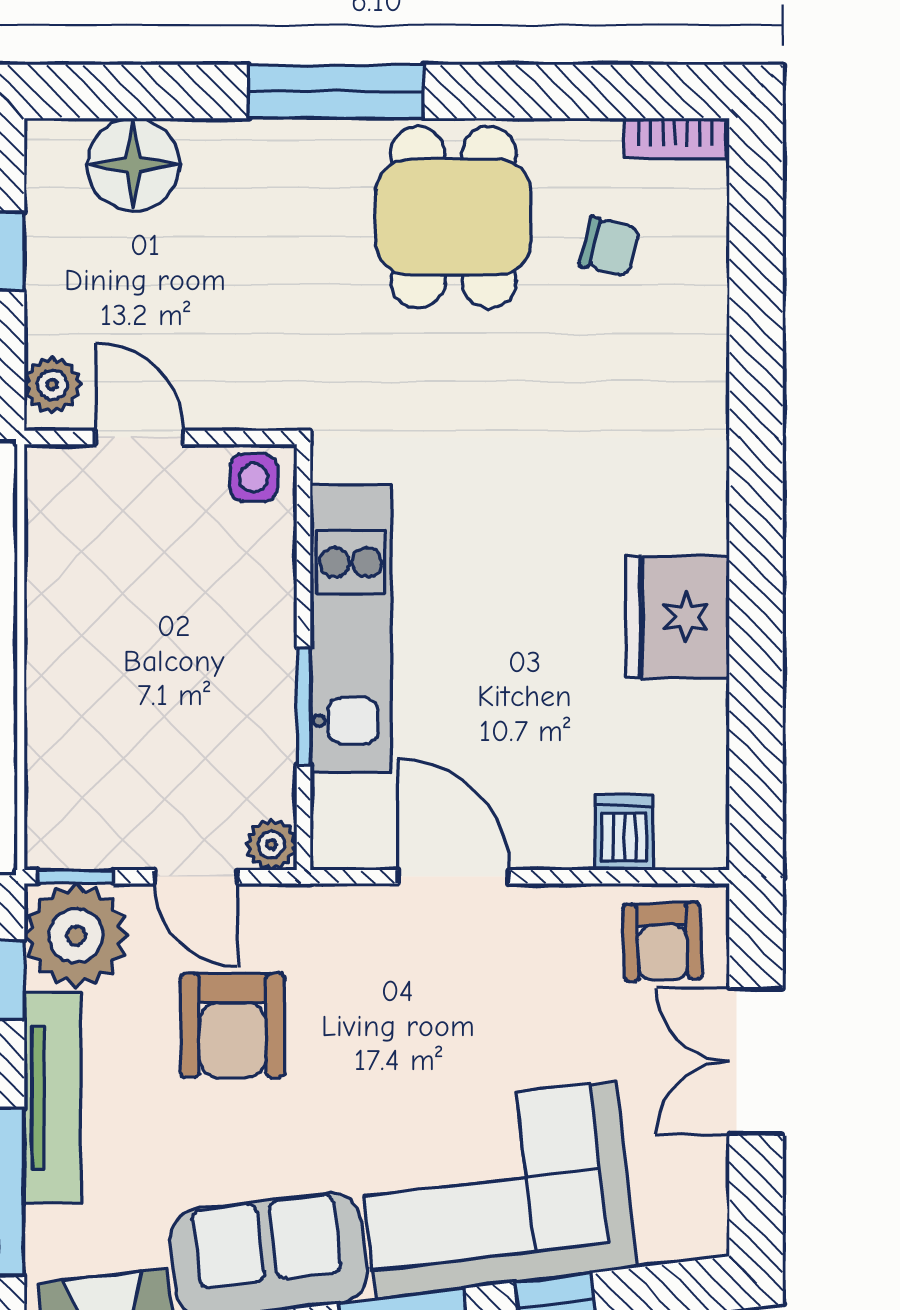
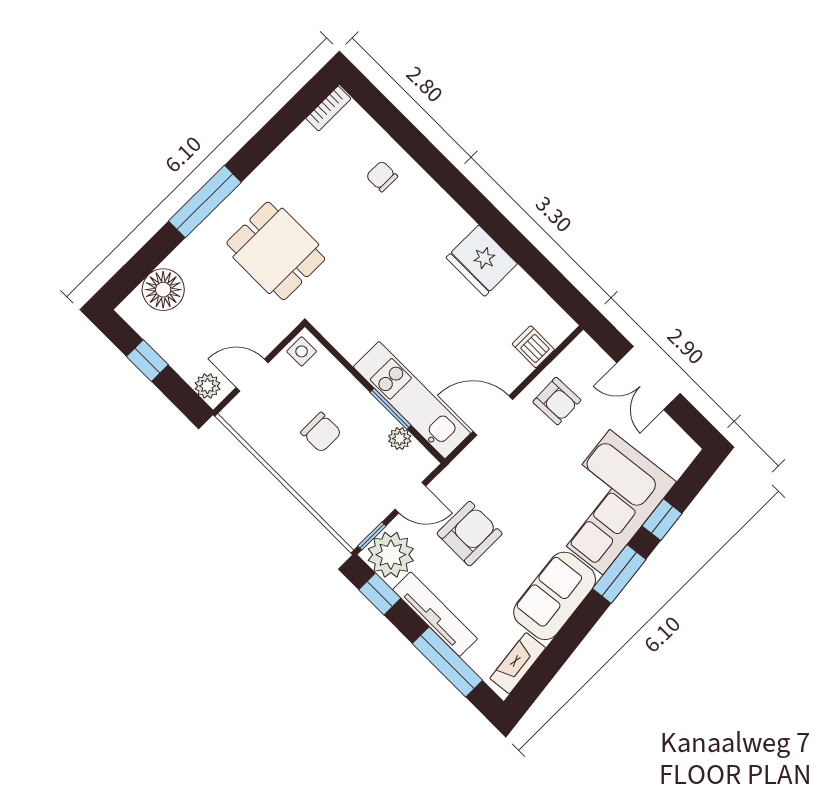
dining table: (453, 217) -> (276, 251), moved
chair: (609, 247) -> (382, 176), moved, turned -104
kitchen unit: (351, 629) -> (412, 400), moved
chair: (158, 635) -> (321, 432), added
plant: (271, 845) -> (400, 439), moved
armchair: (662, 942) -> (557, 401), moved
armchair: (233, 1025) -> (470, 534), turned -90

